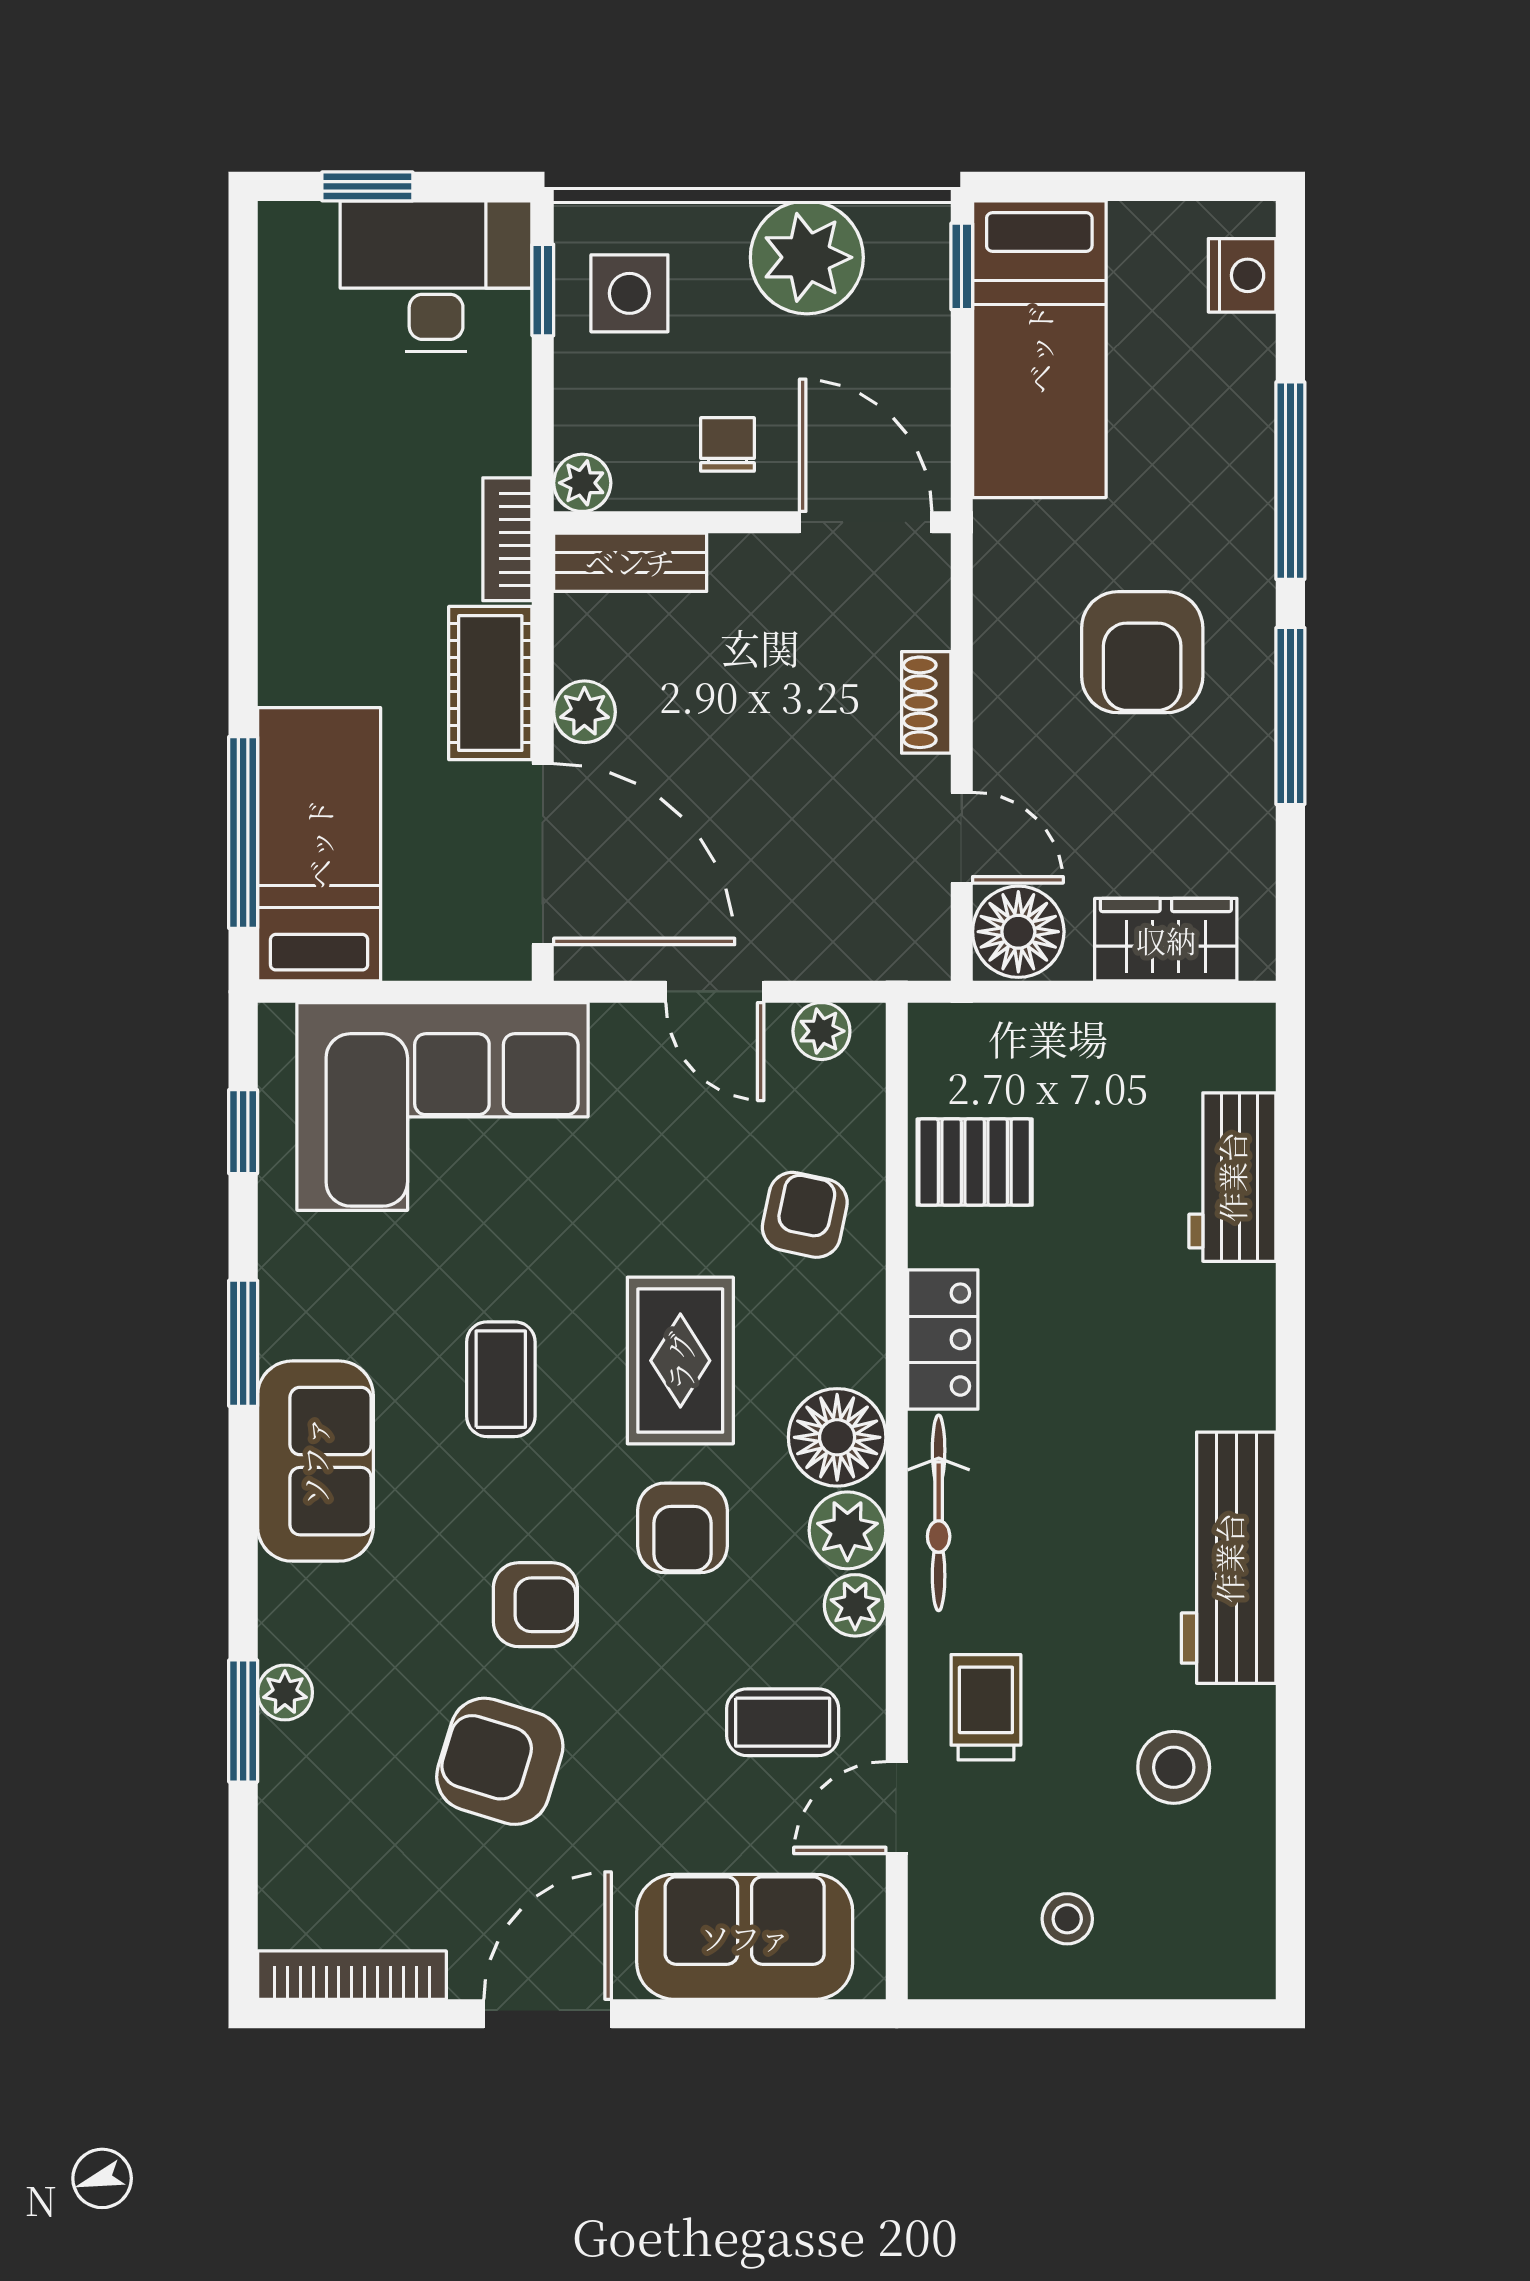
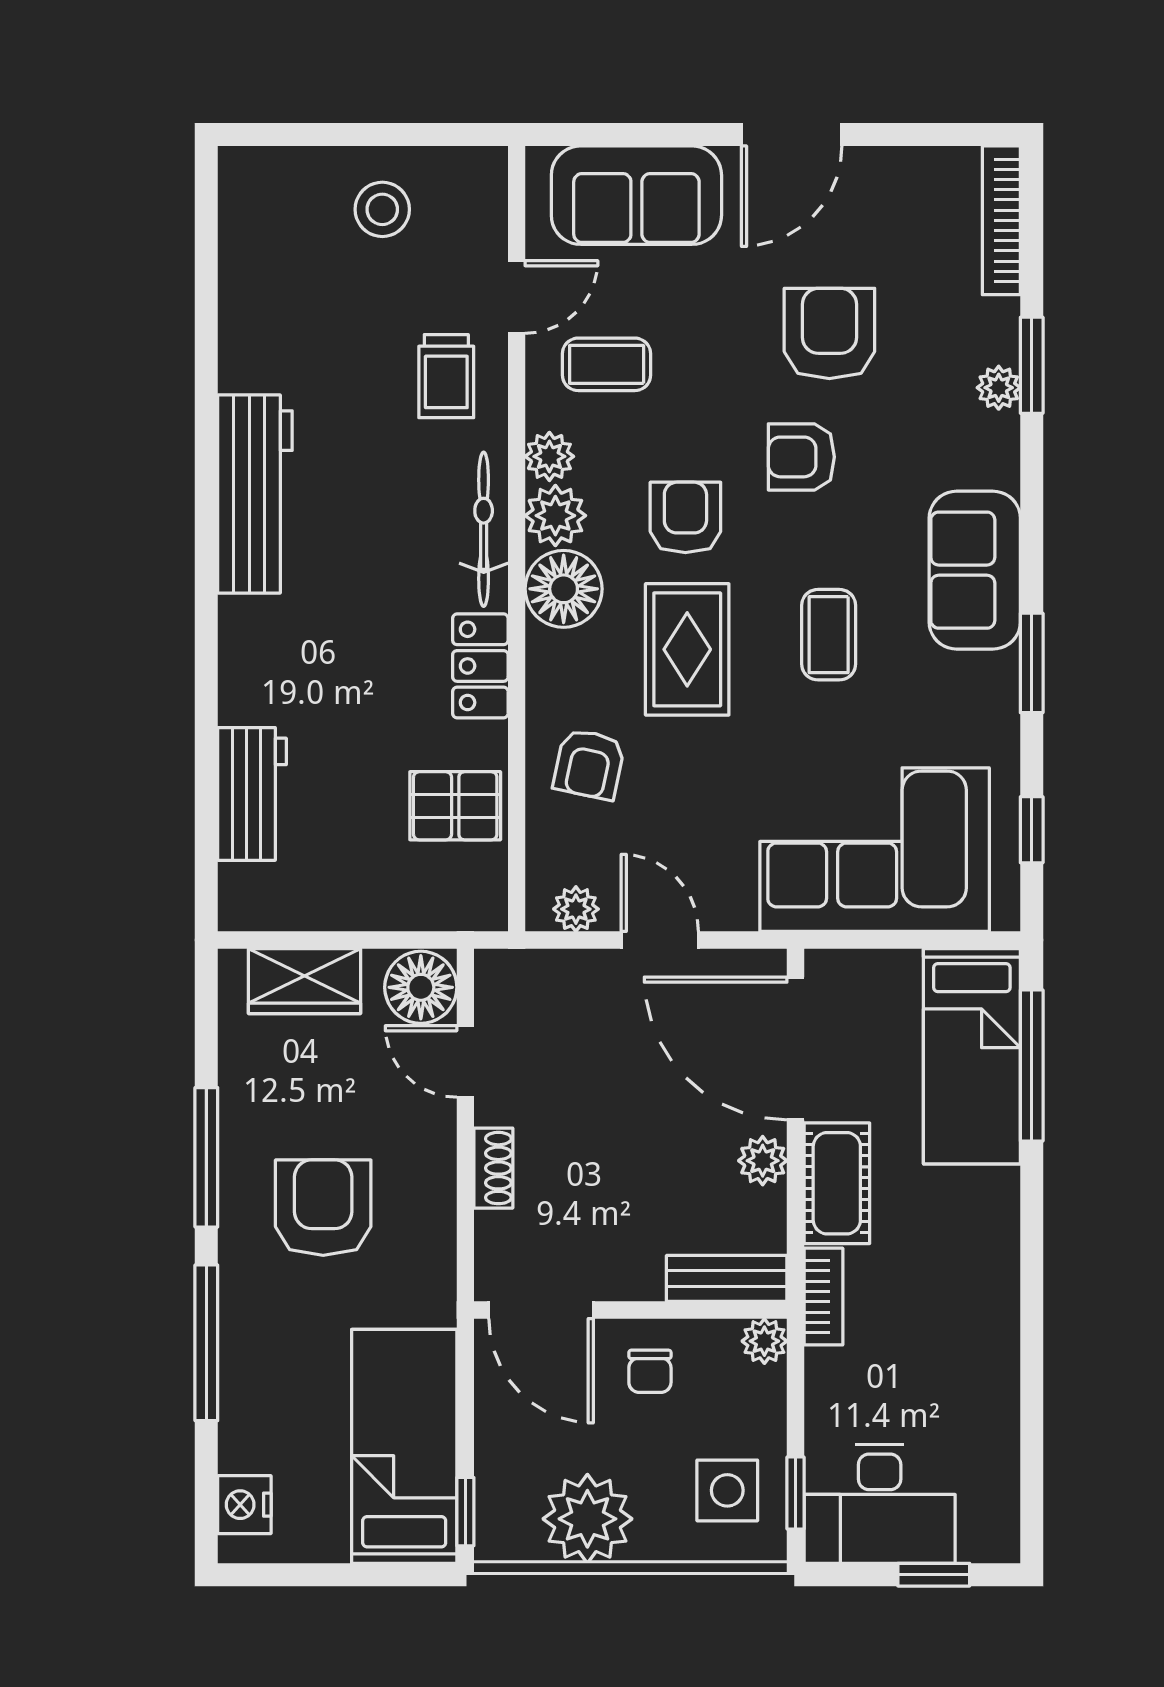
armchair: (500, 1761) -> (829, 334), turned -107
stool: (1174, 1767) -> (298, 329), removed
stool: (1067, 1919) -> (382, 209), width x1.37, depth x1.37
bookcase: (352, 1975) -> (1001, 220), moved, turned 90

